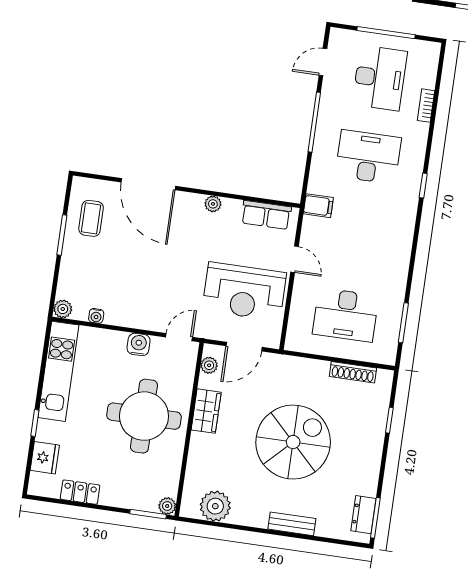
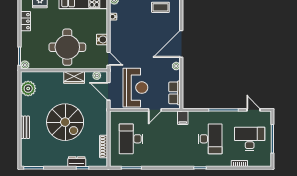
desk: (380, 78) -> (250, 139), turned 180
door: (148, 184) -> (181, 44), moved
reception desk: (244, 292) -> (135, 88), turned 180
dresser: (363, 515) -> (77, 162), moved

